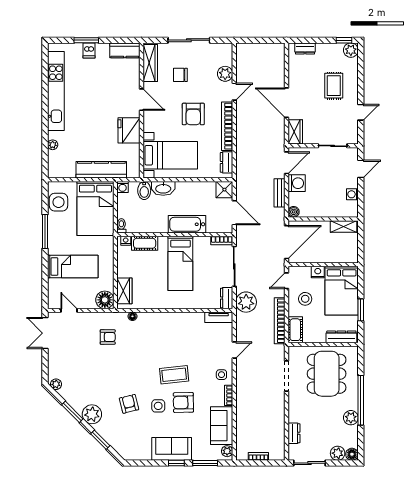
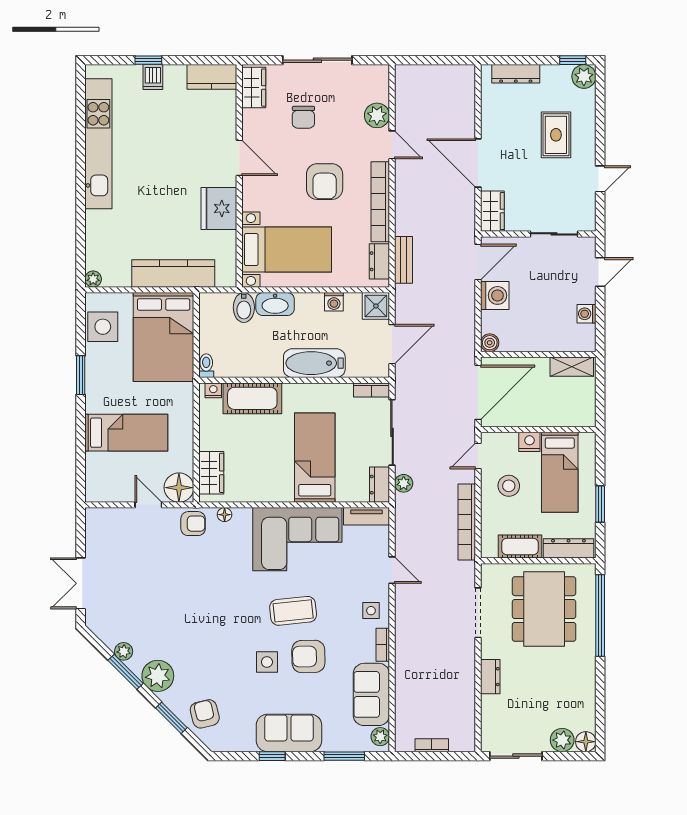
window: (86, 40) -> (148, 60), width x0.67
dresser: (305, 49) -> (516, 74), width x1.44
wardrobe: (150, 63) -> (254, 88), width x0.67
chair: (180, 75) -> (303, 117), turned -90
door: (234, 92) -> (392, 145), hinge flipped
plant: (53, 145) -> (93, 279), moved
washing machine: (123, 187) -> (334, 302), moved
bench: (279, 193) -> (404, 260), moved
door: (234, 213) -> (392, 344), hinge flipped
window: (45, 232) -> (81, 375), width x0.69
cot: (145, 243) -> (252, 398), width x1.37, depth x1.34
bed: (180, 263) -> (315, 458), moved, turned 180
bed: (342, 291) -> (560, 472), width x0.67
plant: (246, 302) -> (404, 483), width x0.53, depth x0.53
door: (69, 310) -> (148, 505), moved
cot: (295, 330) -> (520, 547), moved, turned 90
corner sofa: (177, 331) -> (297, 539), added
double door: (45, 333) -> (81, 583), moved
armchair: (108, 337) -> (193, 524), moved
door: (234, 350) -> (392, 570), hinge flipped
plant: (56, 384) -> (124, 651), moved
window: (361, 400) -> (600, 615), moved
armchair: (129, 404) -> (205, 714), moved
plant: (351, 418) -> (584, 681), removed
dresser: (294, 433) -> (490, 677), moved
window: (176, 463) -> (272, 756), moved

